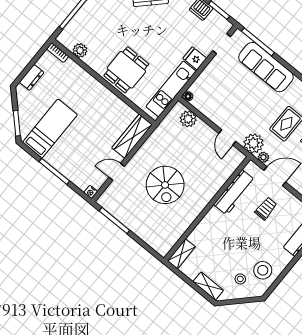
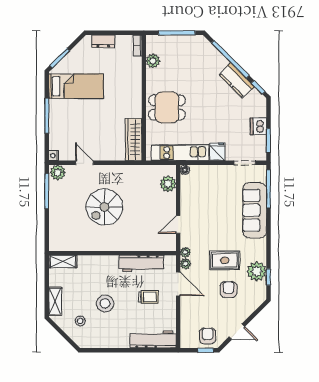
wardrobe: (132, 136) -> (134, 140), moved, turned -90
plant: (254, 143) -> (185, 252), width x0.53, depth x0.53
plant: (107, 200) -> (58, 172), added
stool: (263, 270) -> (105, 303), moved

